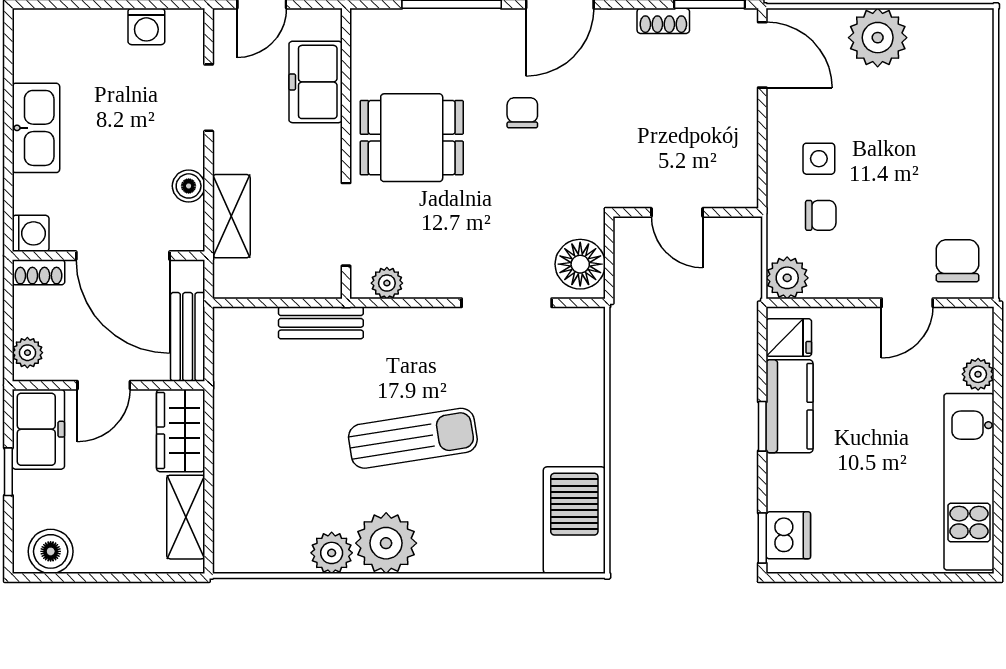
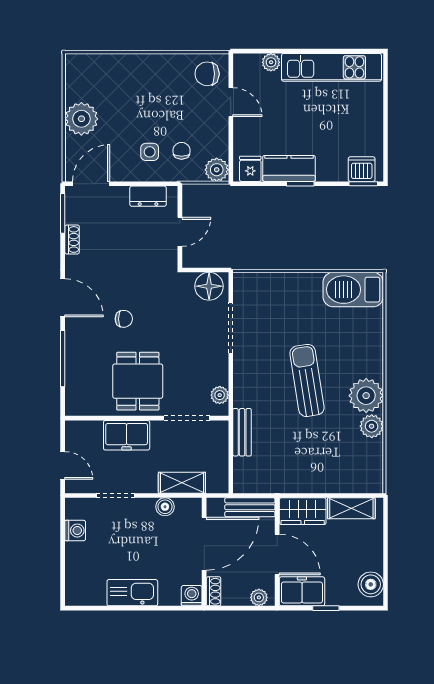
freezer: (316, 82) -> (127, 435), moved
chair: (522, 113) -> (124, 319), turned 180
dresser: (740, 156) -> (148, 196), added
door: (104, 385) -> (277, 555), width x1.38

